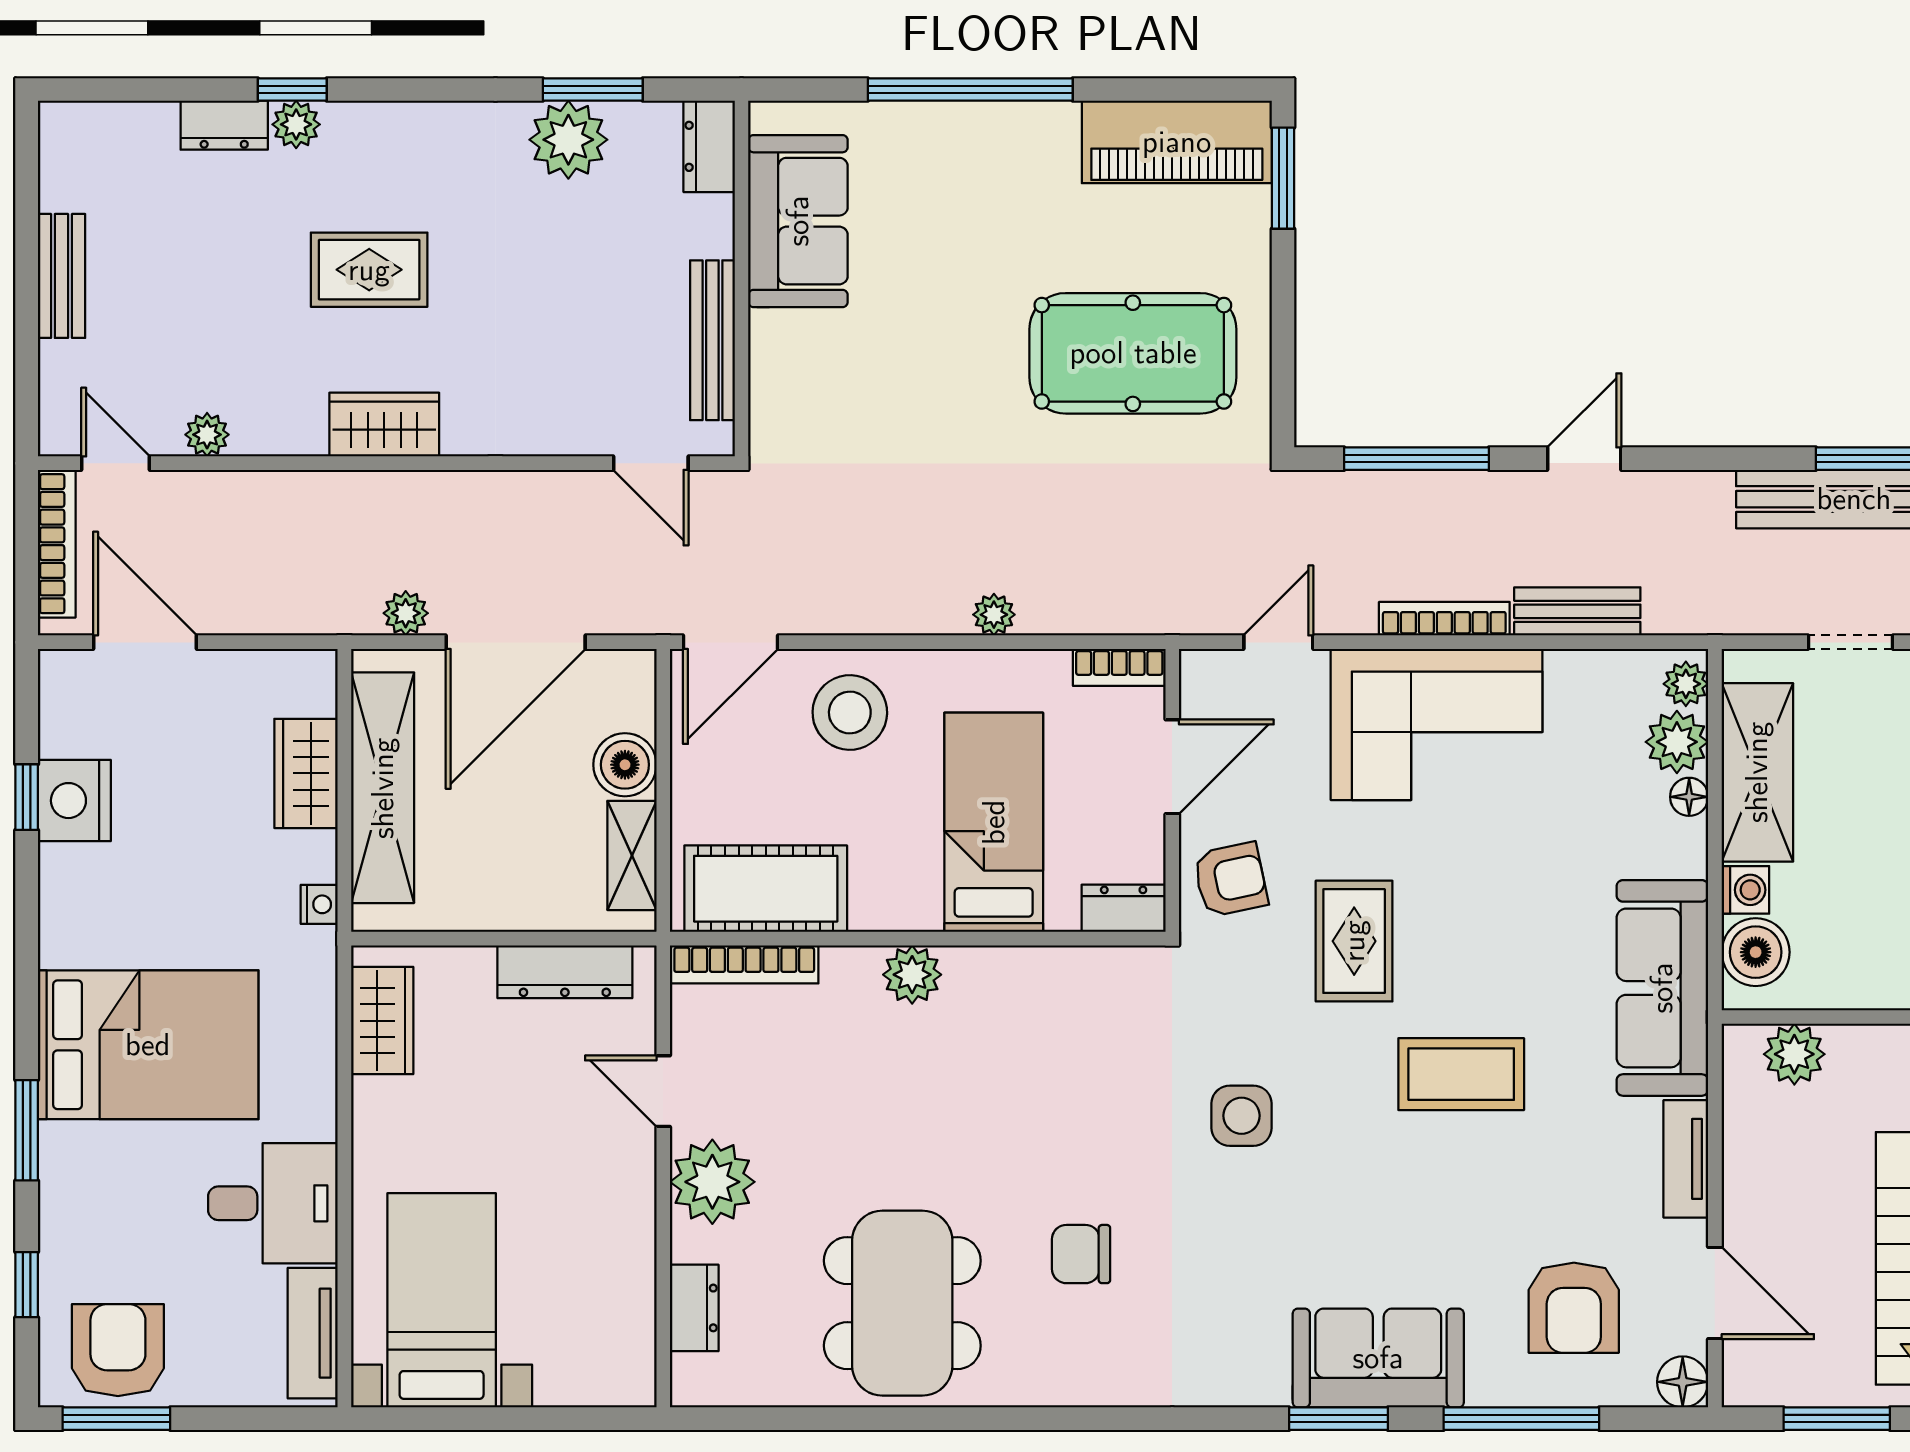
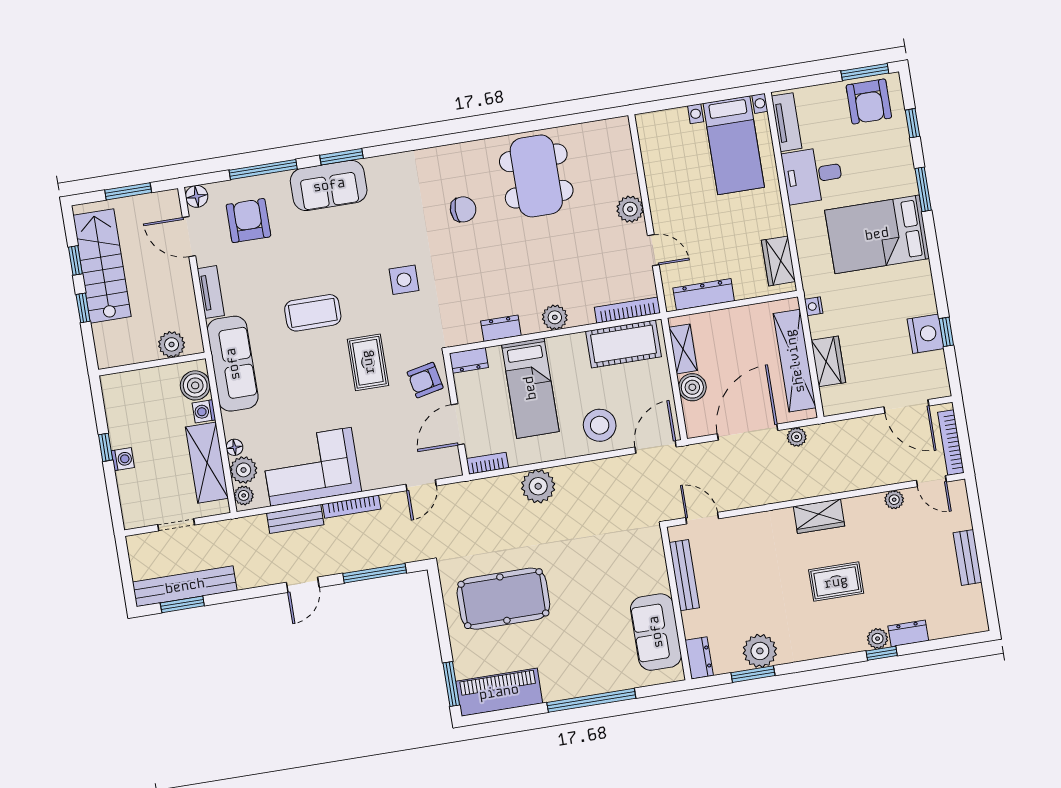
plant: (994, 615) -> (538, 486), width x1.87, depth x1.87
corner sofa: (1437, 724) -> (311, 467), moved
plant: (712, 1182) -> (630, 209), width x0.73, depth x0.73
dresser: (694, 1308) -> (501, 328), moved, turned 90

